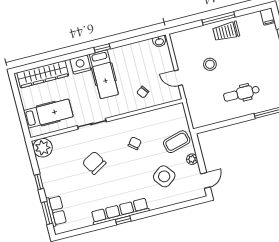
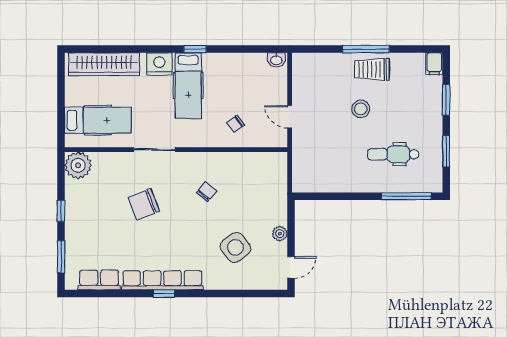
stool: (210, 64) -> (361, 109), moved
dental chair: (241, 93) -> (393, 154), moved
coffee table: (177, 142) -> (265, 204), removed
chair: (94, 163) -> (144, 204), turned -81
row of seats: (56, 211) -> (99, 280), moved, turned -90

